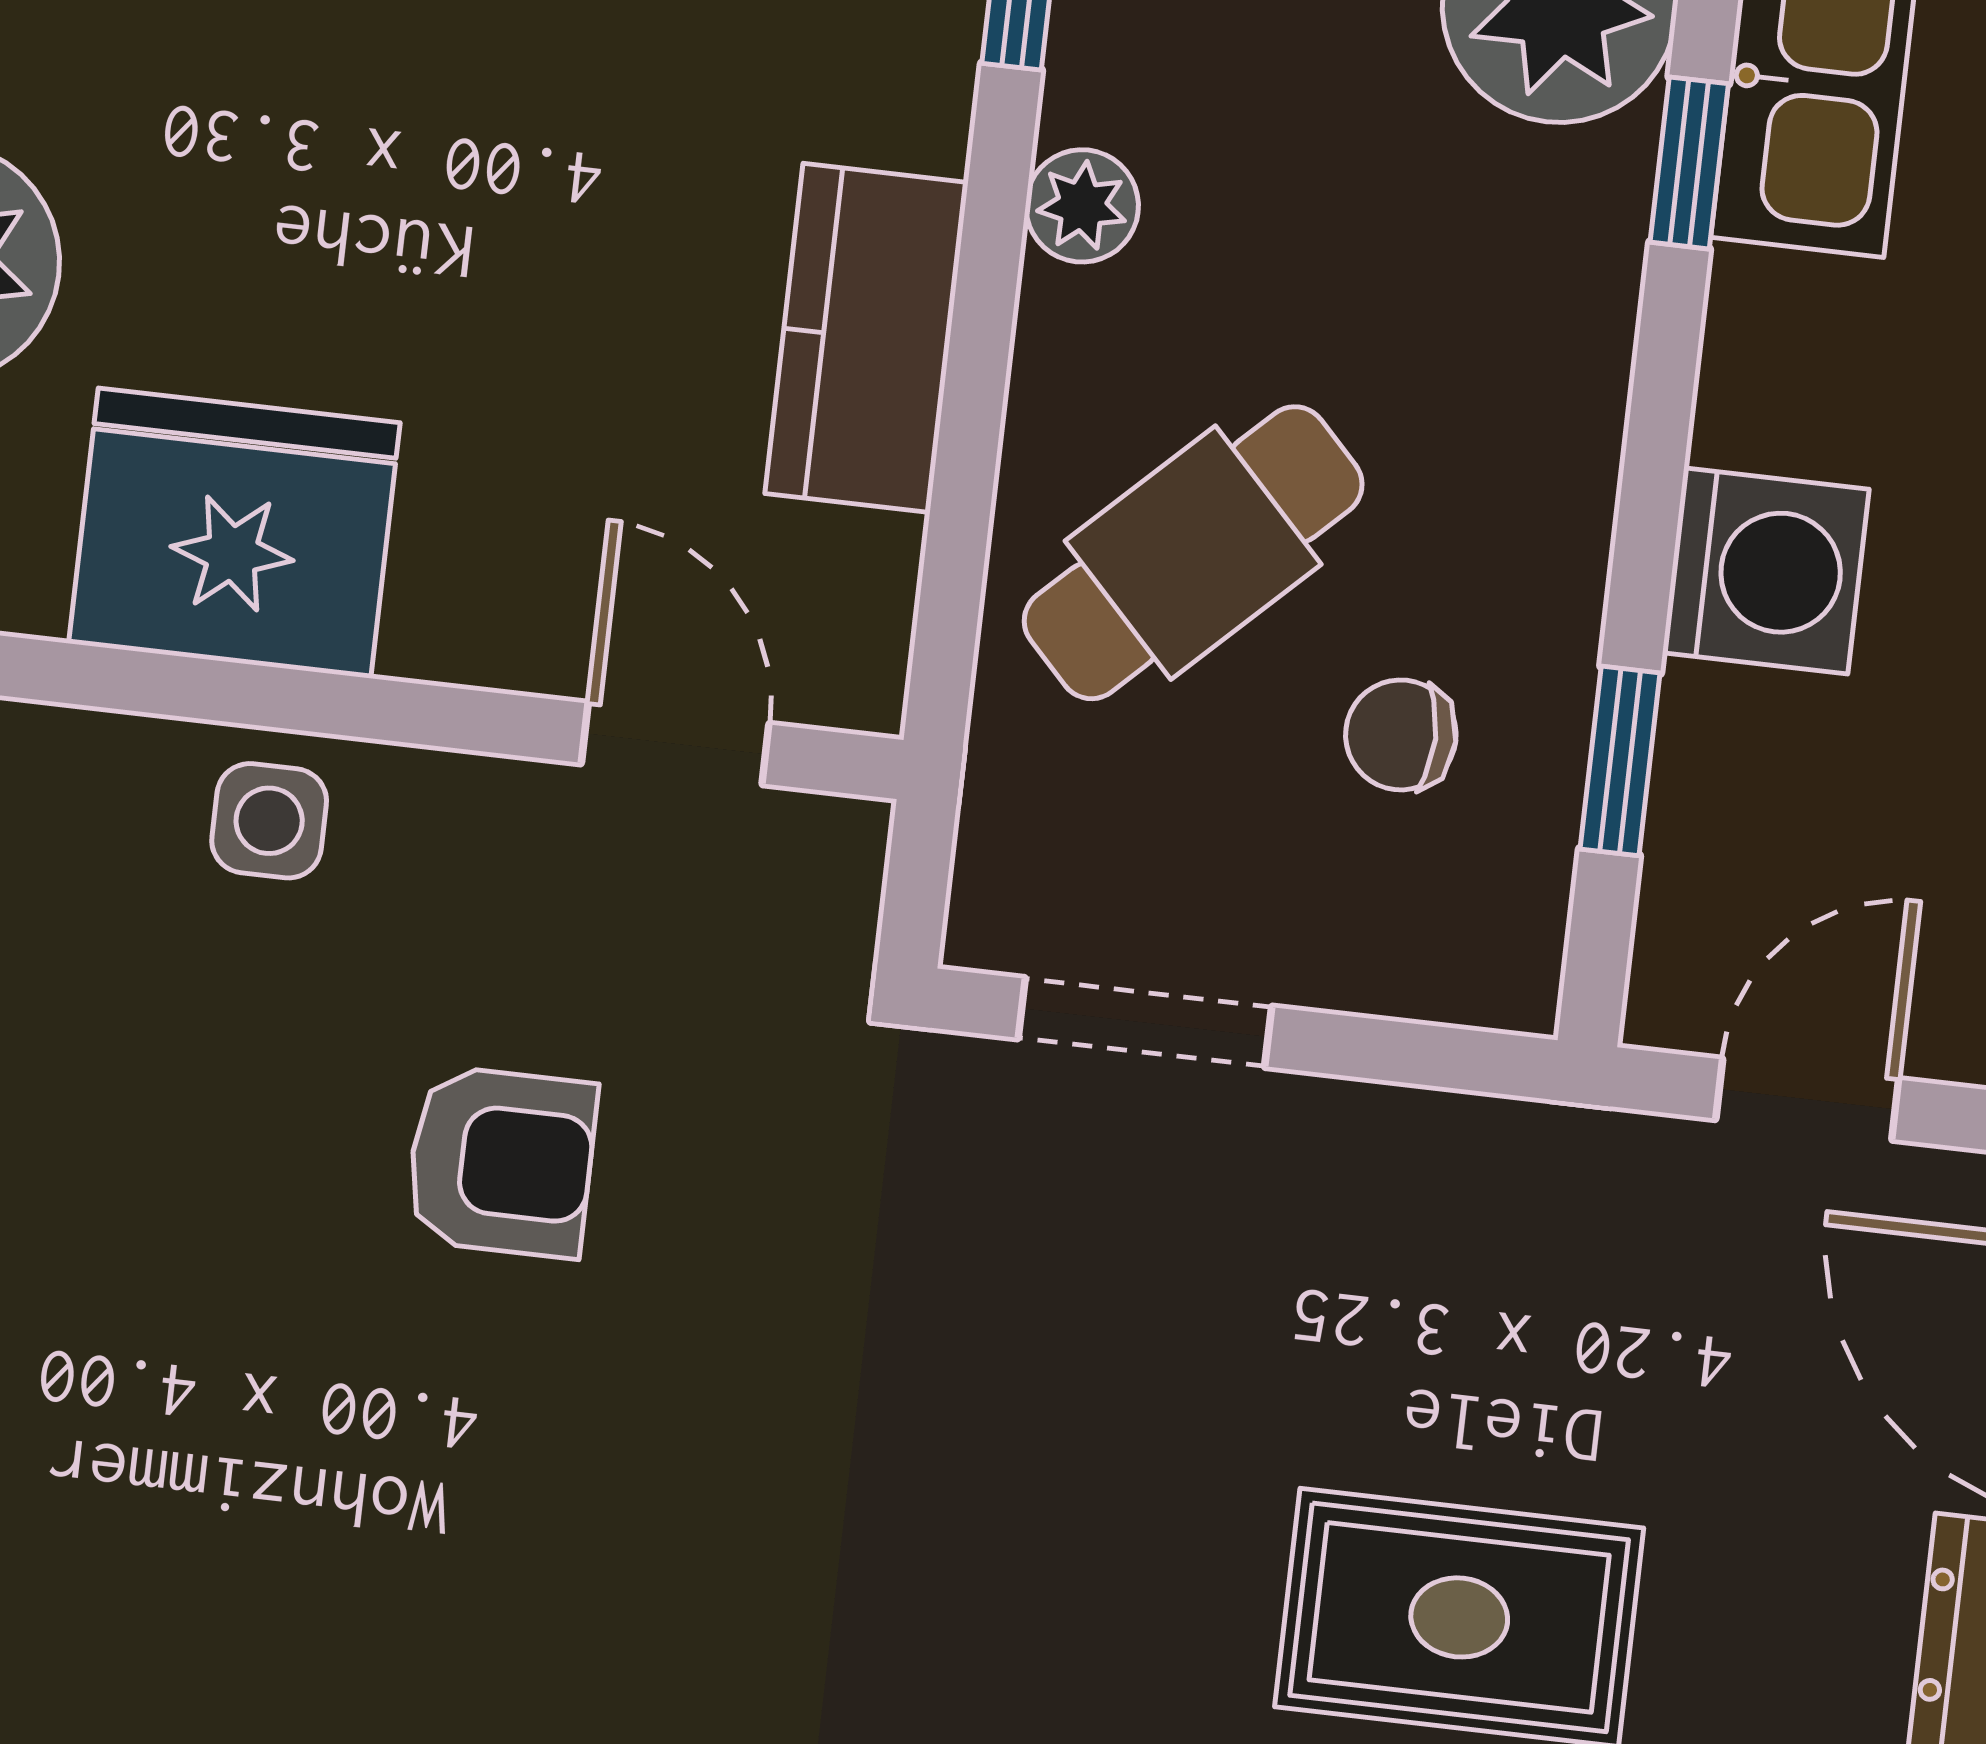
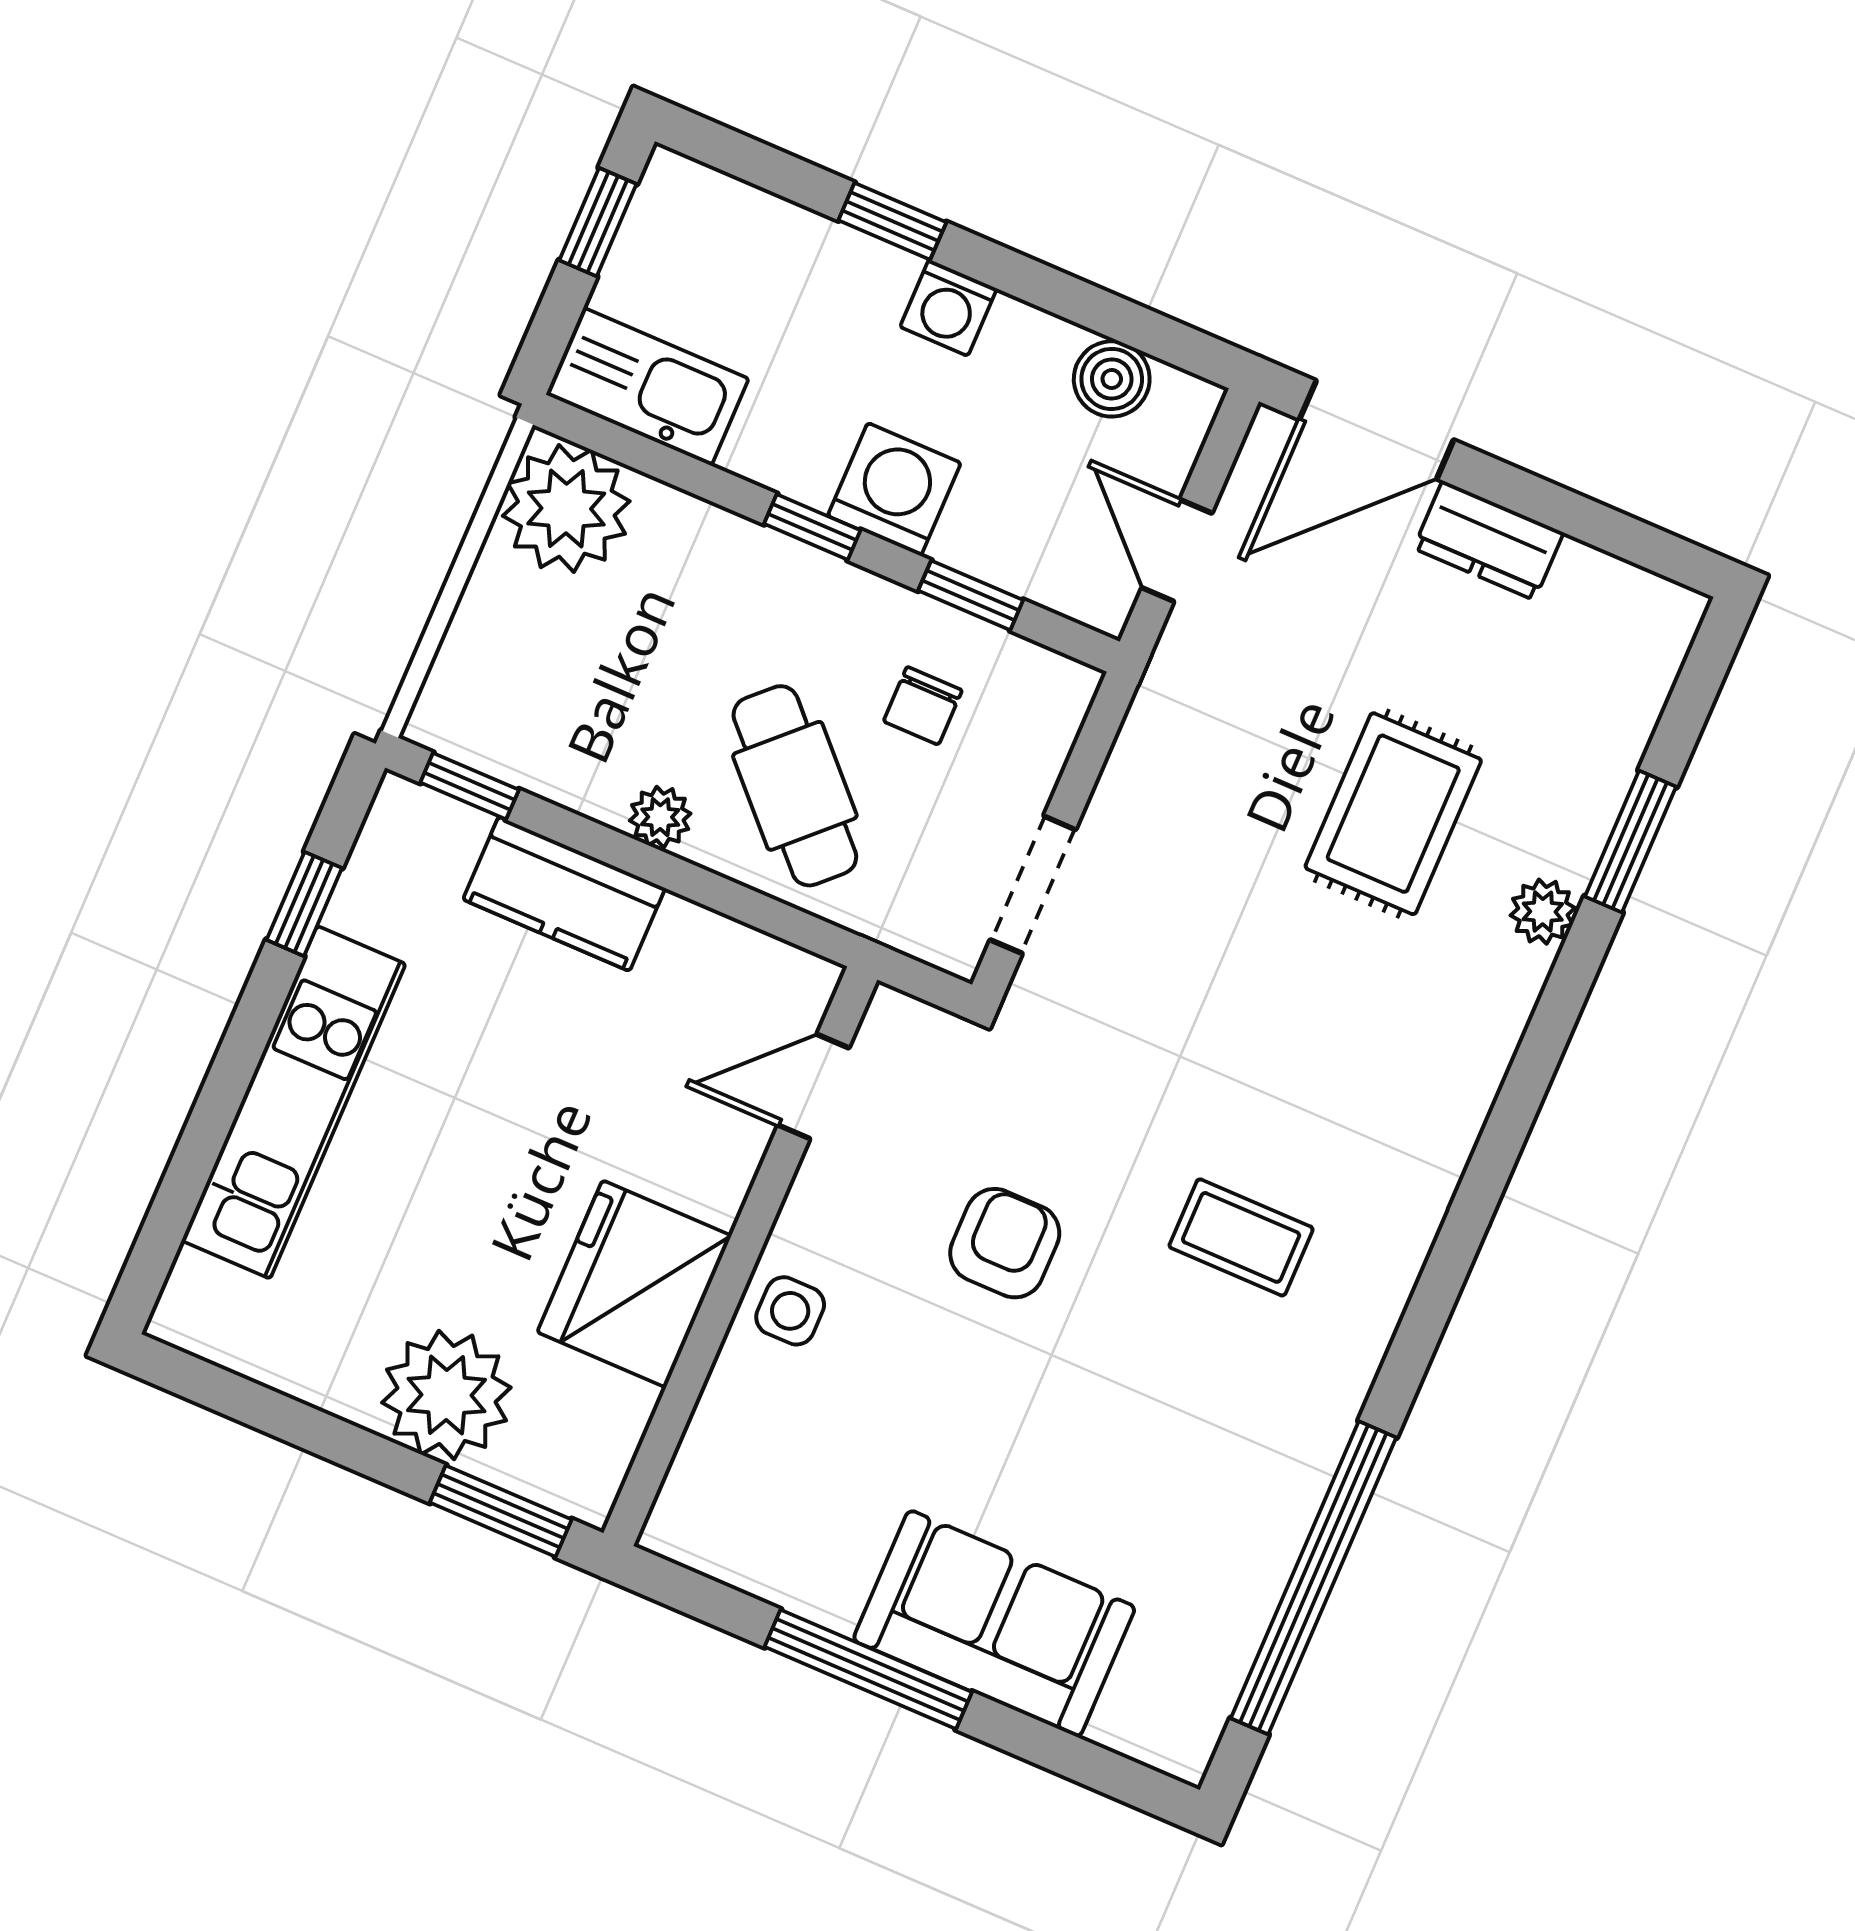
window: (1689, 163) -> (812, 527), moved
plant: (1082, 206) -> (660, 817), moved
kitchen counter: (867, 338) -> (564, 894), moved
coffee table: (636, 1574) -> (1241, 1237), added

